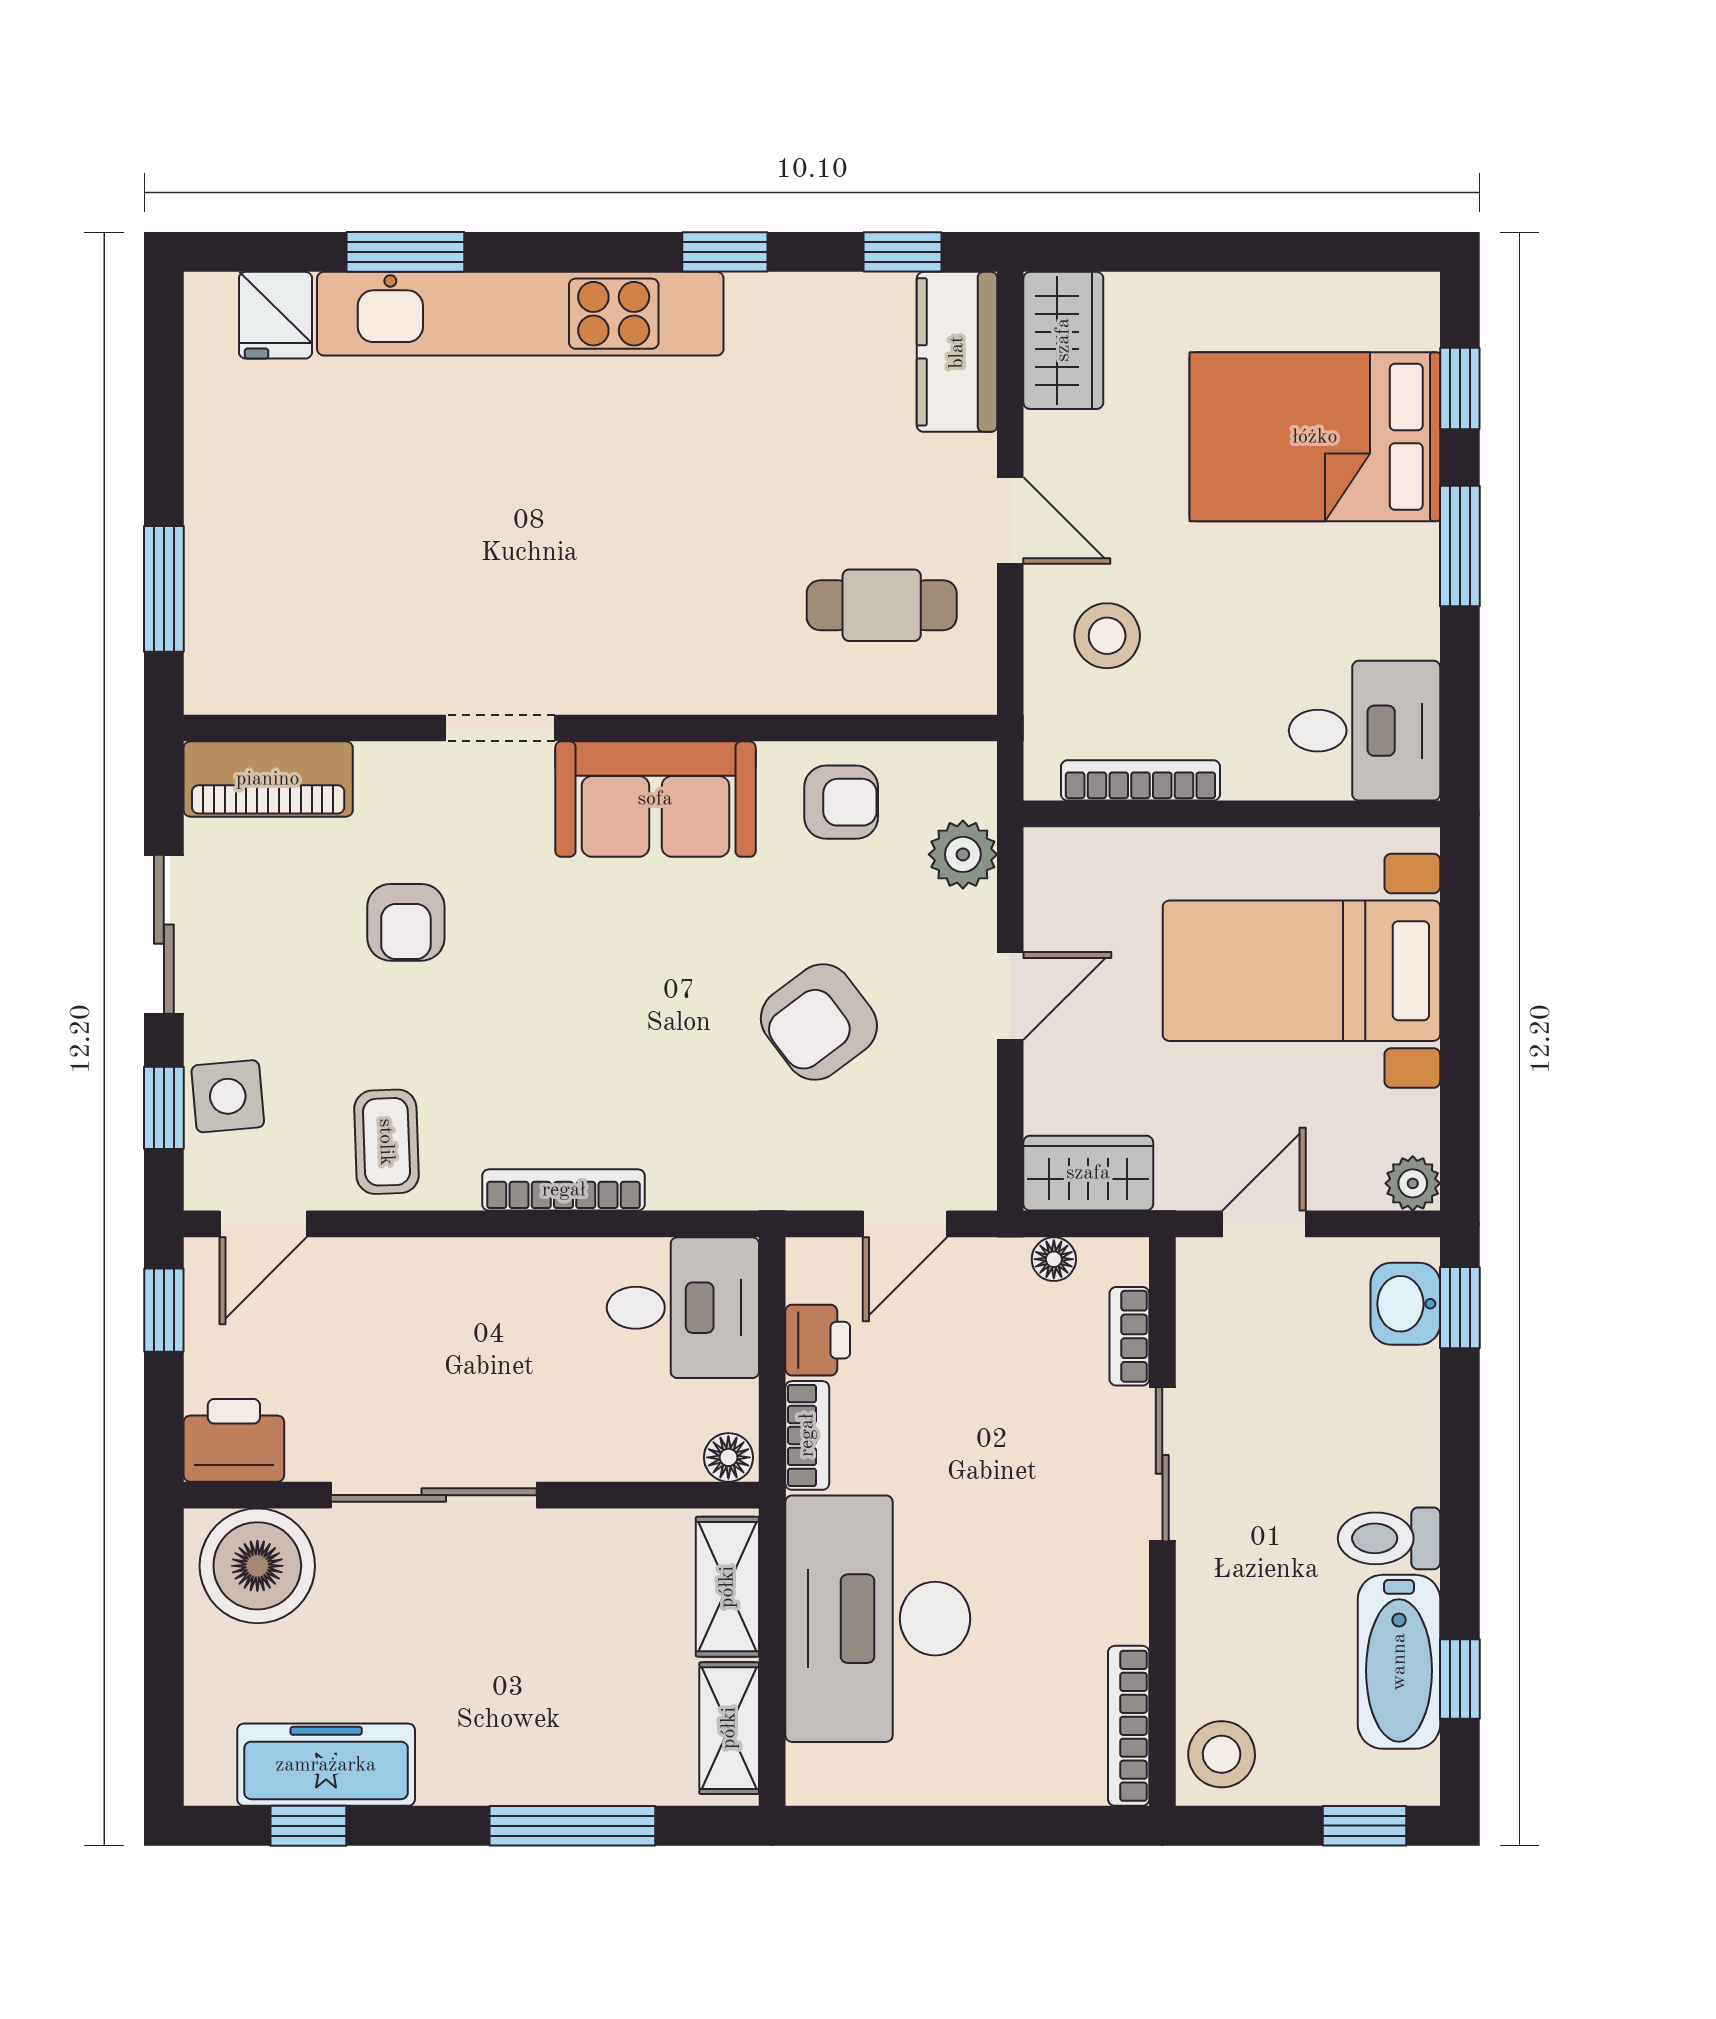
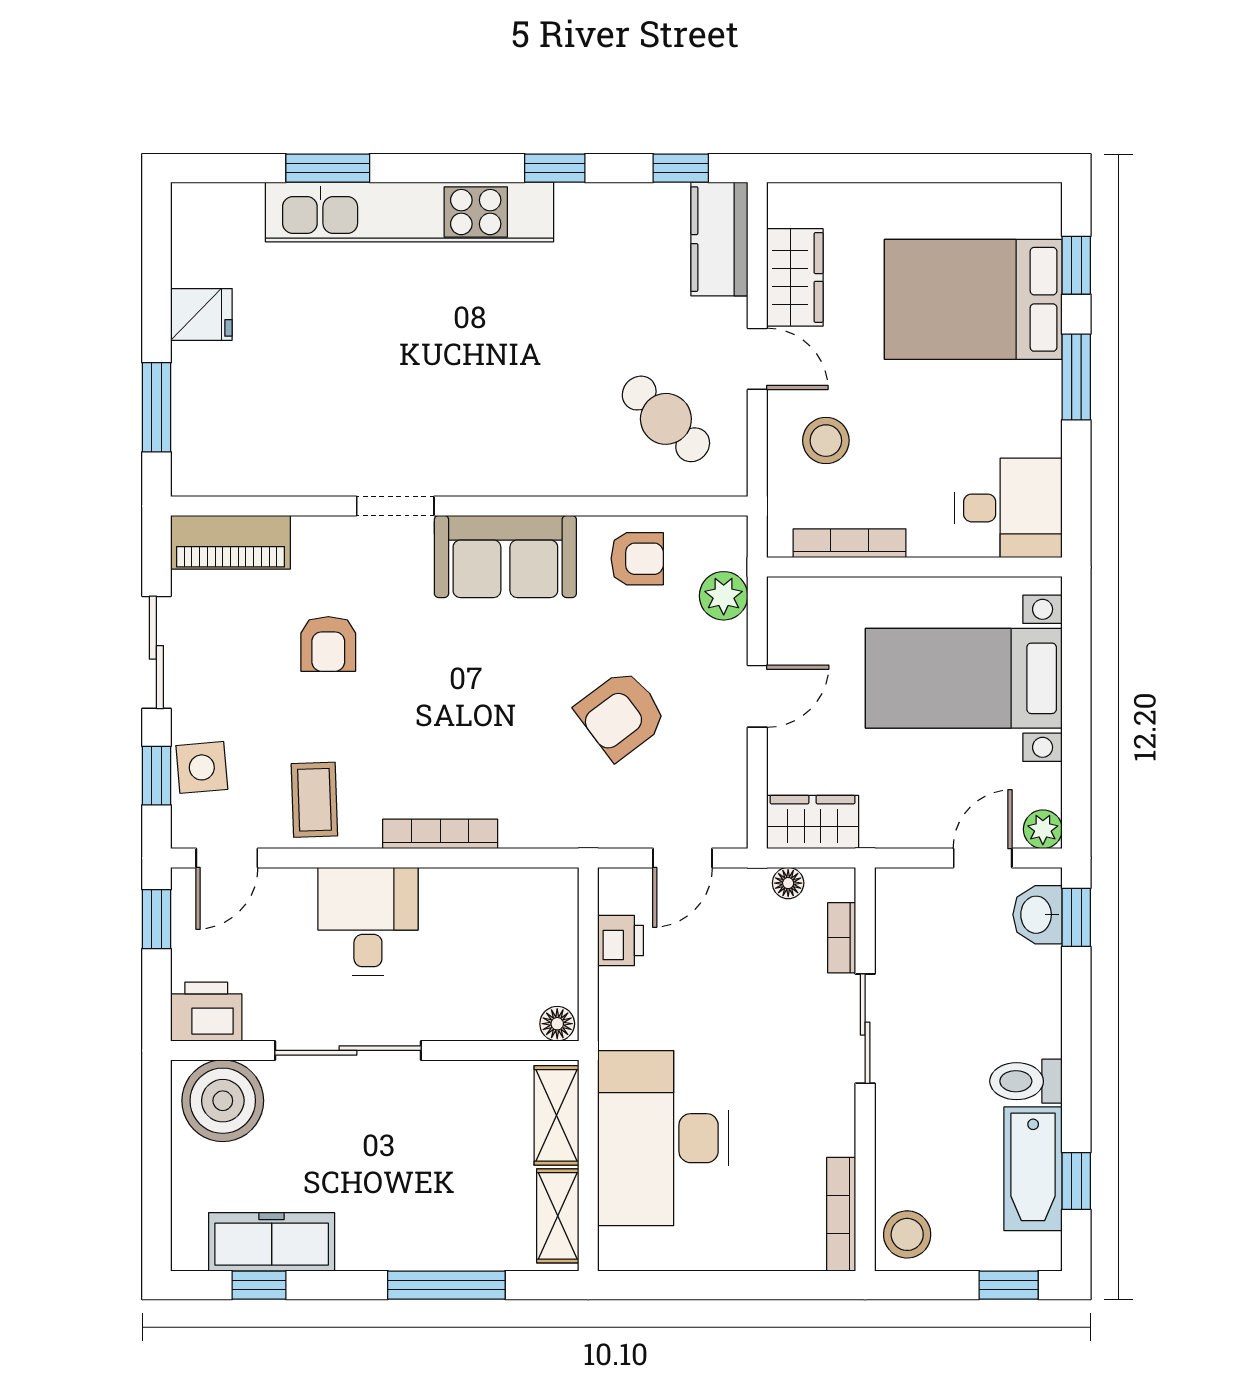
fridge: (275, 315) -> (201, 314), moved, turned -90
wardrobe: (1063, 340) -> (795, 277), moved
cafe table: (882, 605) -> (666, 419), turned 44
door: (1264, 1224) -> (983, 858), moved
desk: (683, 1308) -> (368, 921), moved, turned -90
bookcase: (807, 1435) -> (613, 1008), removed

